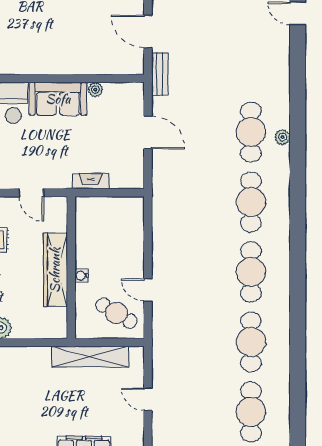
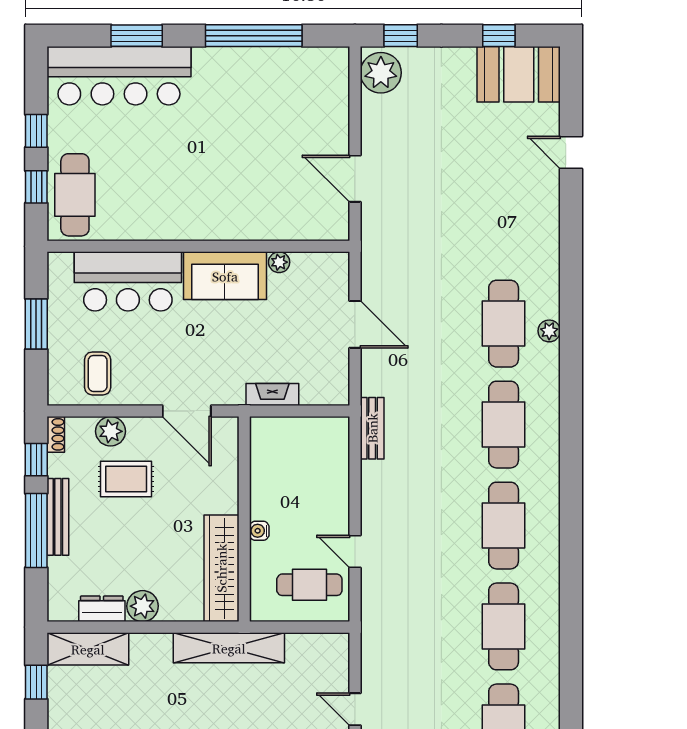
bench: (160, 74) -> (372, 428), moved
door: (31, 193) -> (187, 411), width x1.38
wardrobe: (55, 270) -> (221, 568), moved
cafe table: (116, 313) -> (309, 585), turned -31
shelving: (90, 357) -> (229, 648), moved

